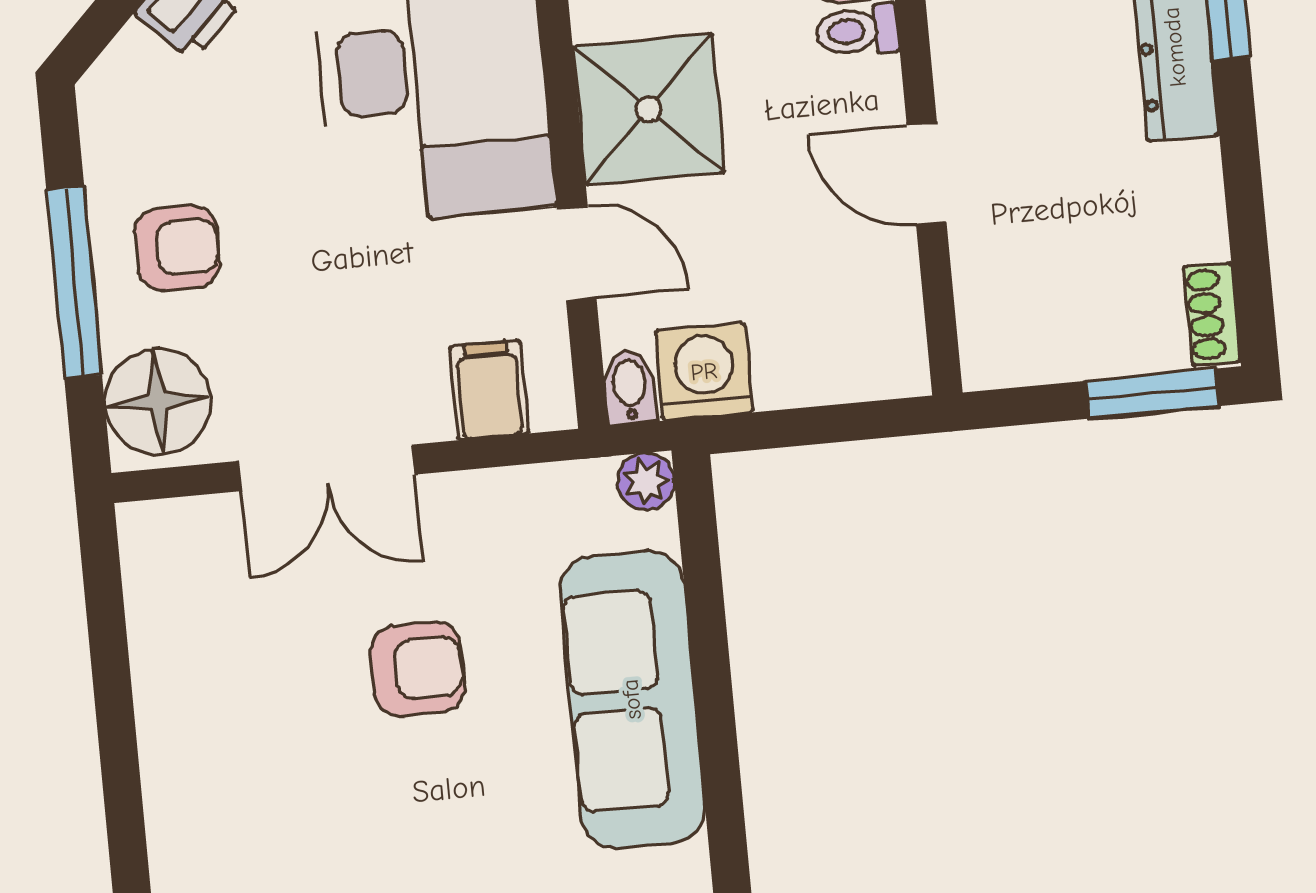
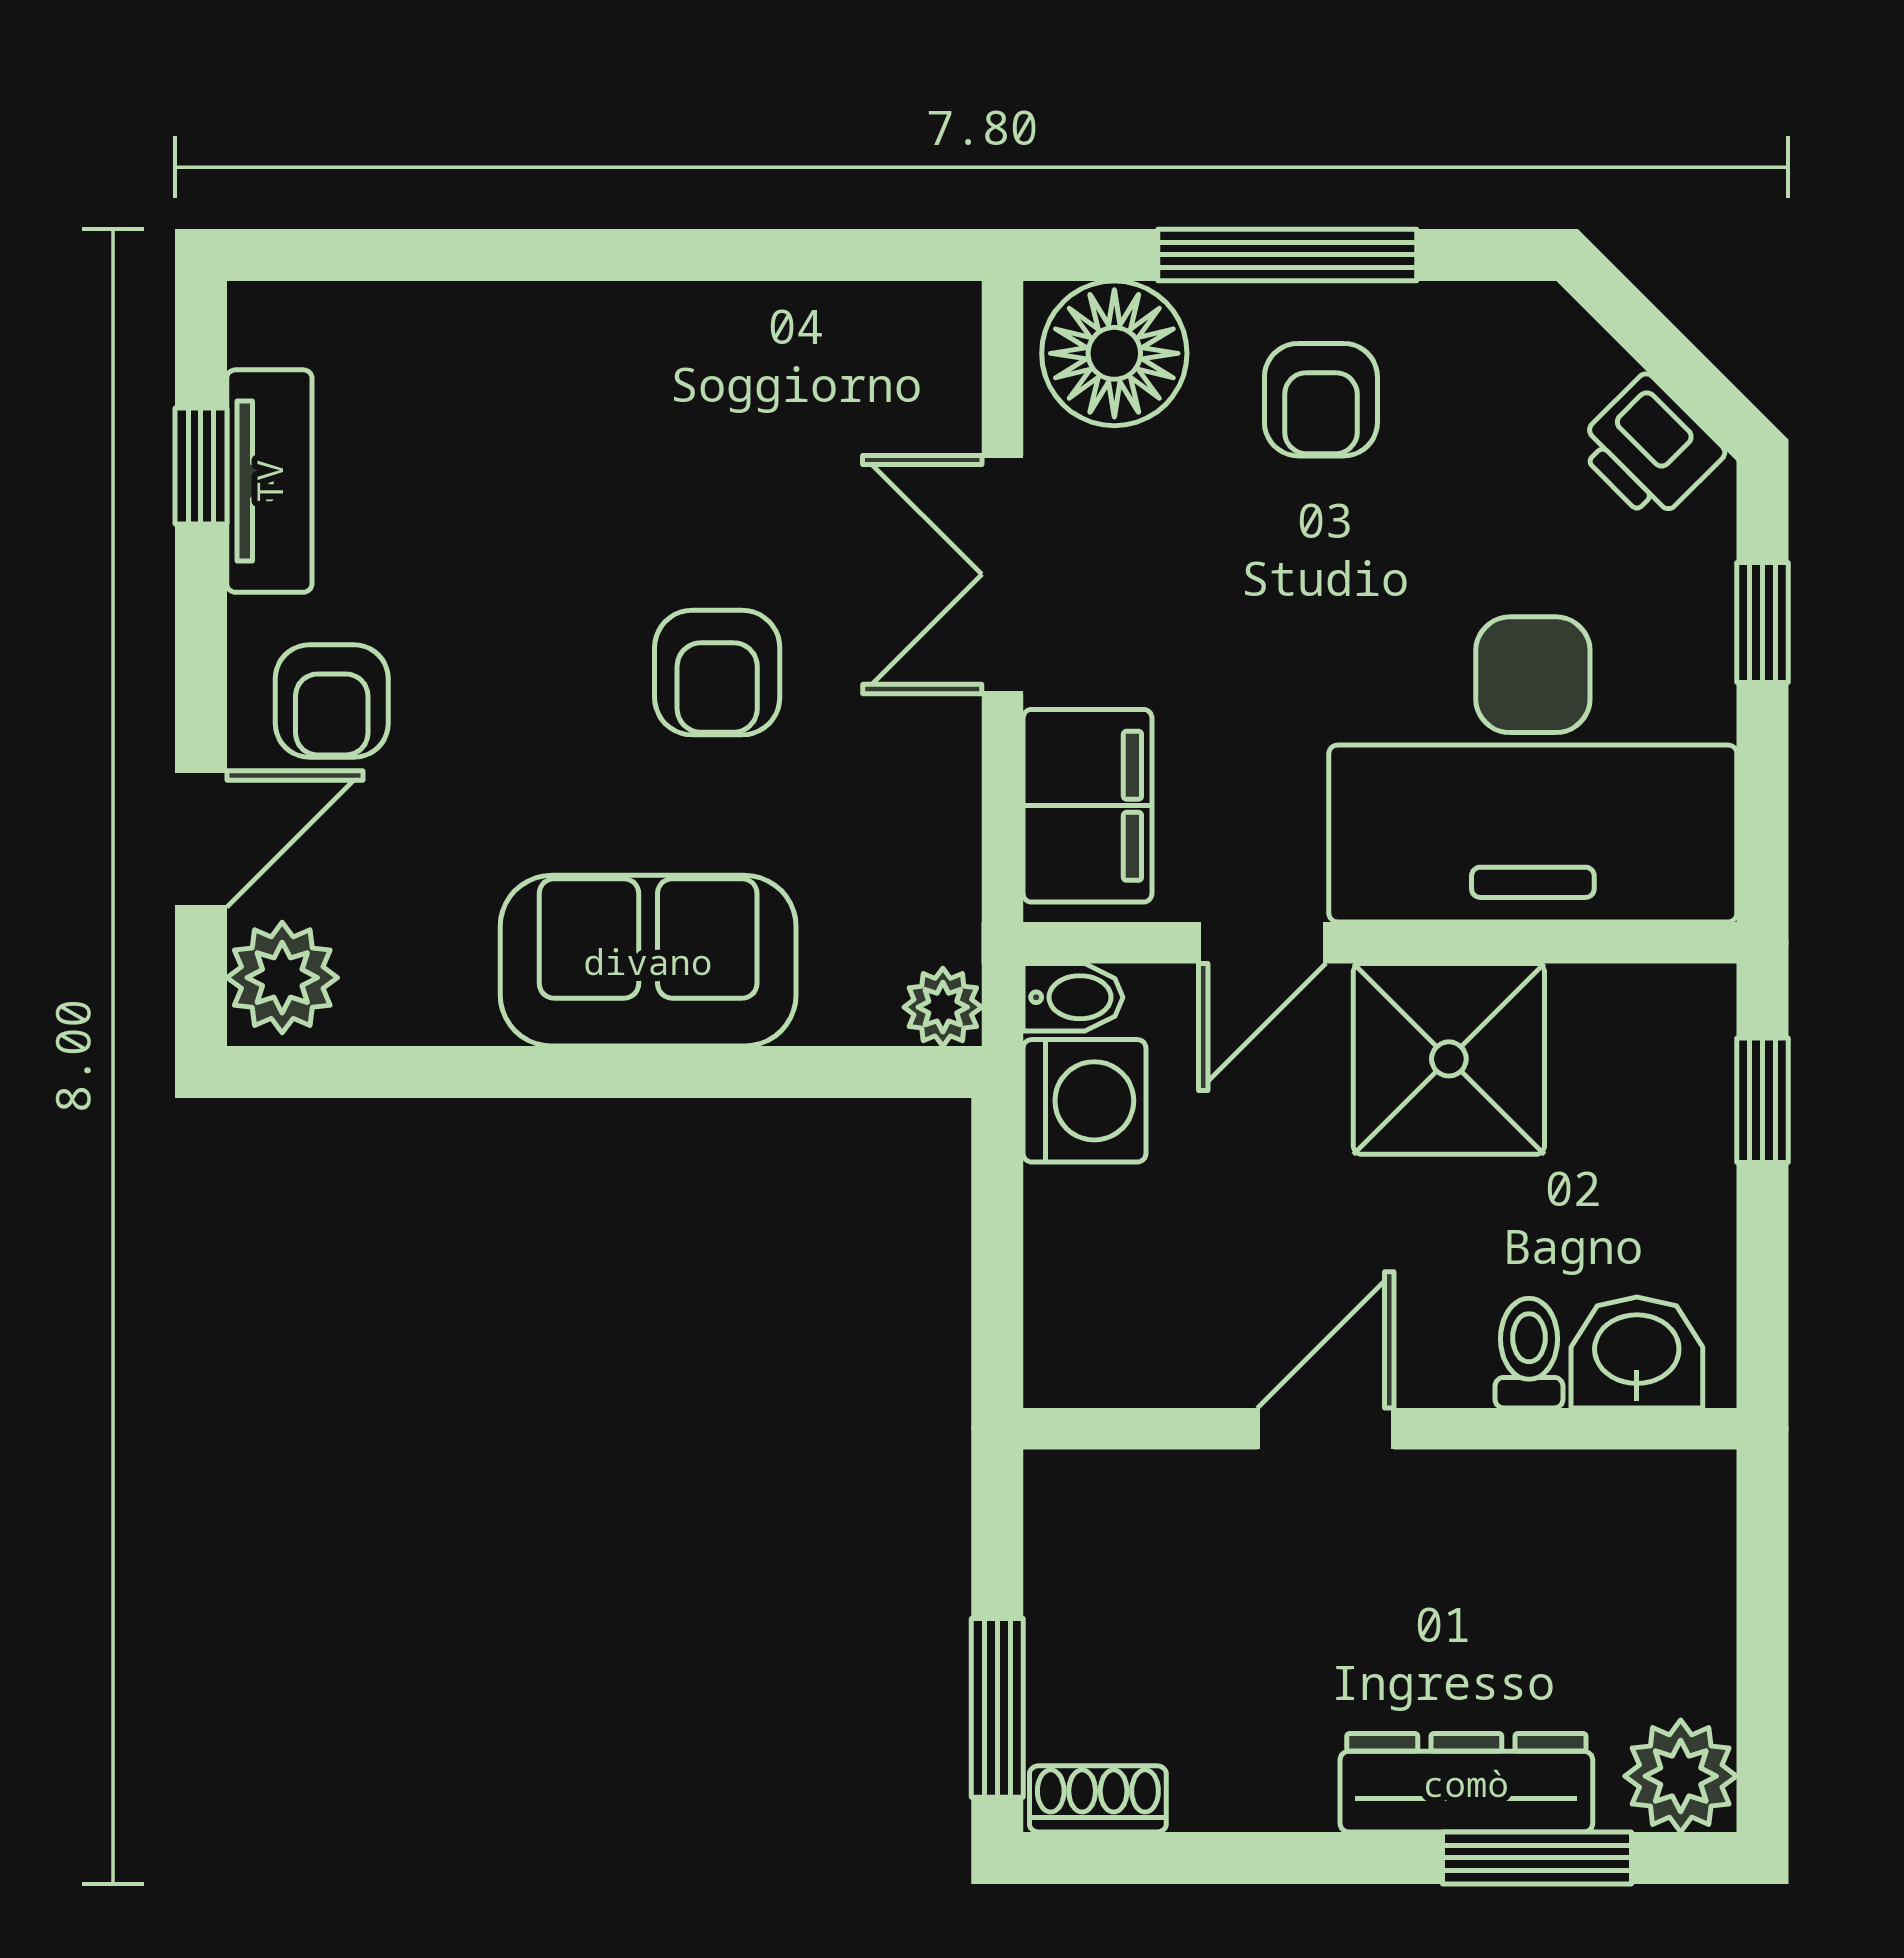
filing cabinet: (489, 390) -> (1087, 806), width x2.00
sofa: (632, 699) -> (648, 961), width x0.73

